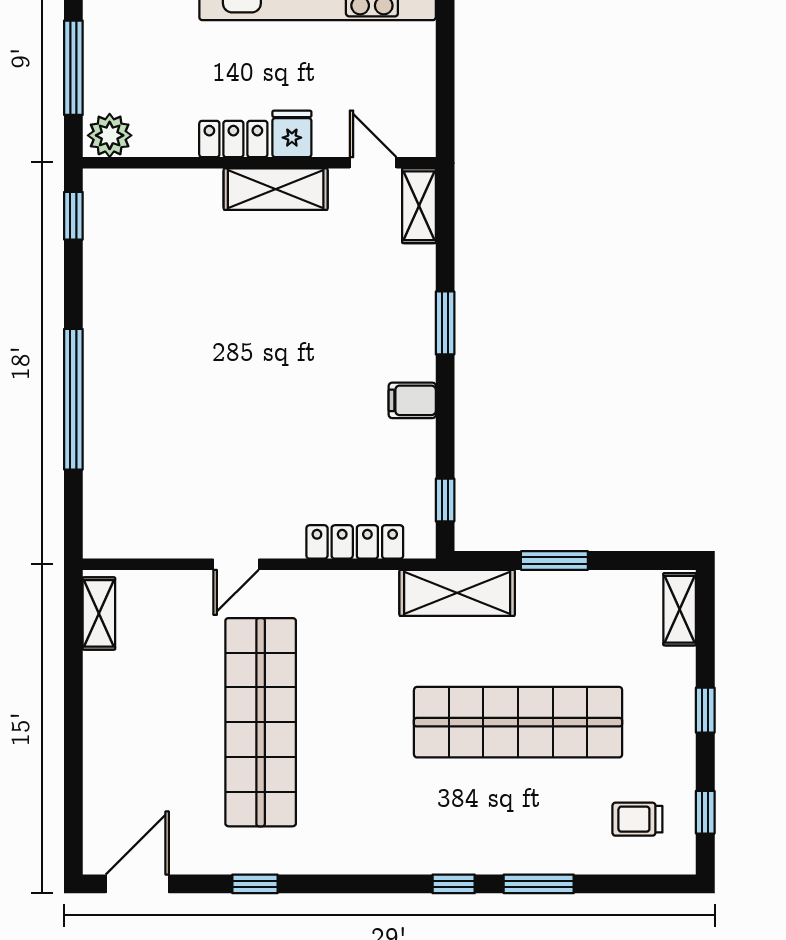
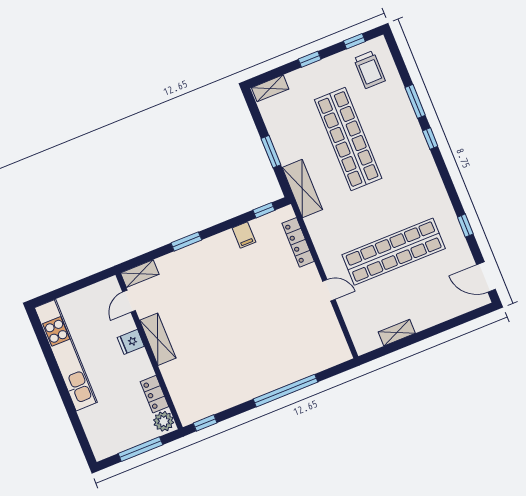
locker: (233, 139) -> (154, 394), moved
filing cabinet: (412, 400) -> (244, 235), moved
shelving: (99, 613) -> (397, 333), moved
trolley: (637, 819) -> (369, 70), width x1.36, depth x1.39

